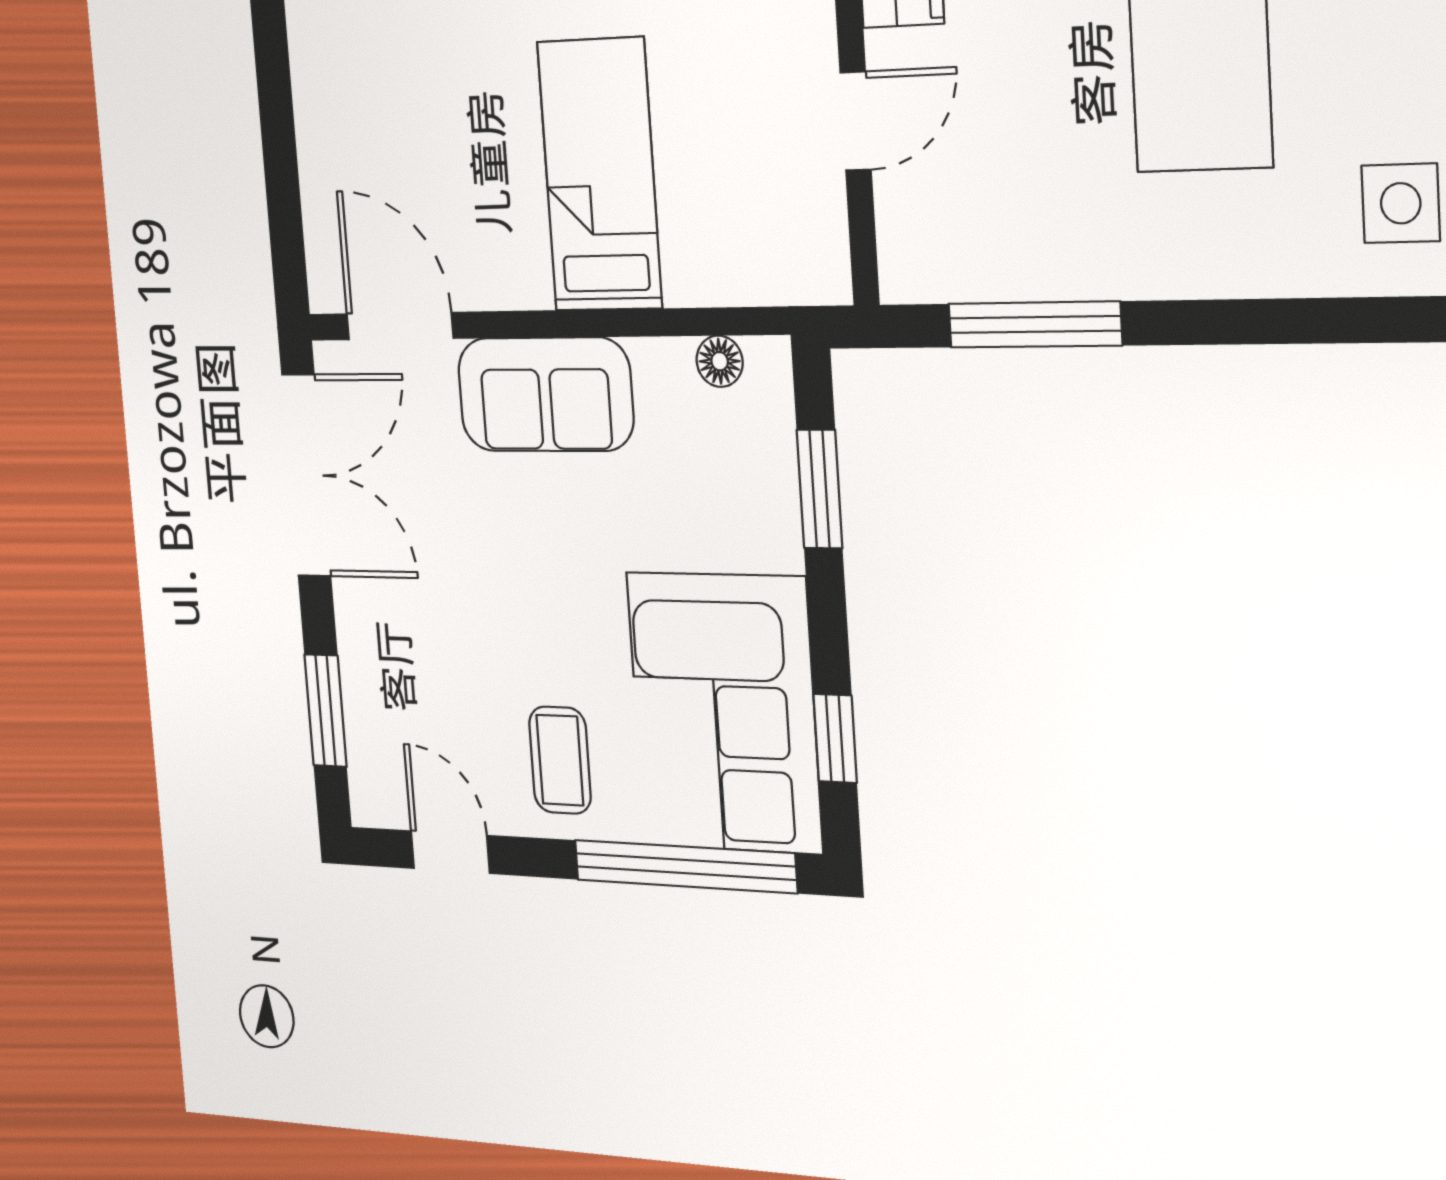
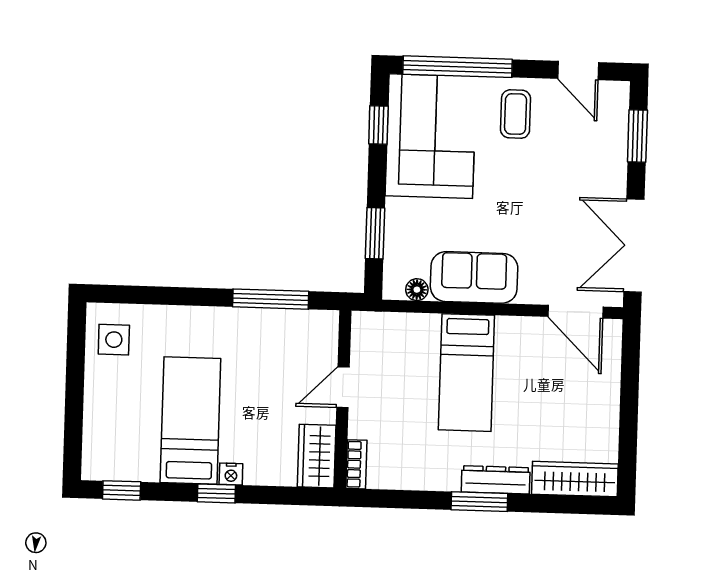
sofa: (545, 394) -> (474, 277), moved

